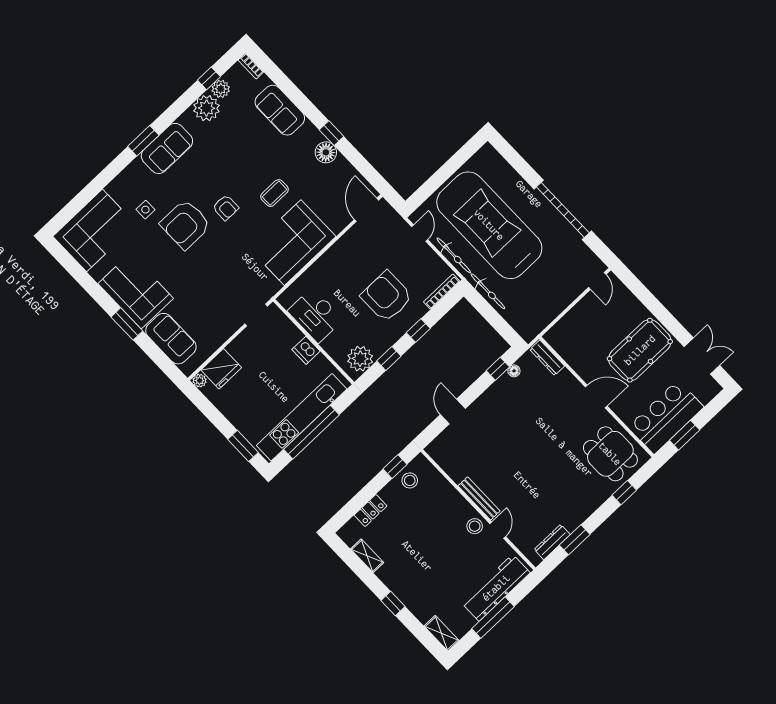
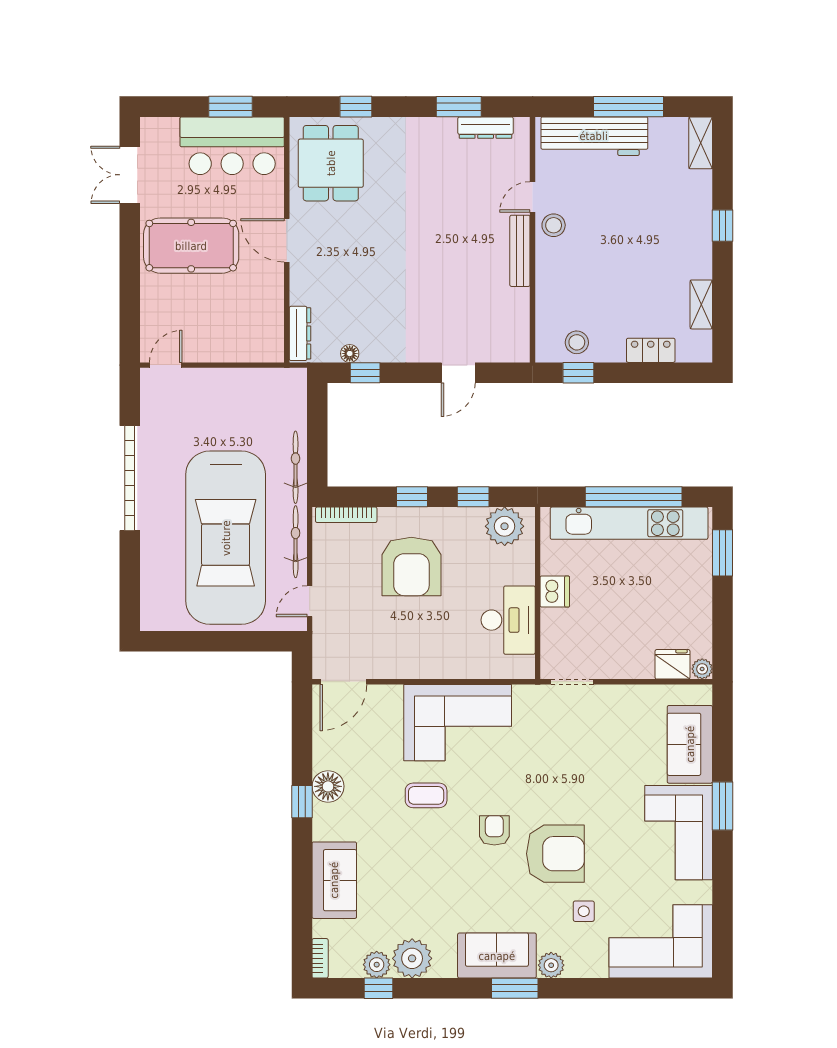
plant: (136, 169) -> (551, 965), added
fridge: (221, 369) -> (673, 664), width x0.73, depth x0.75

